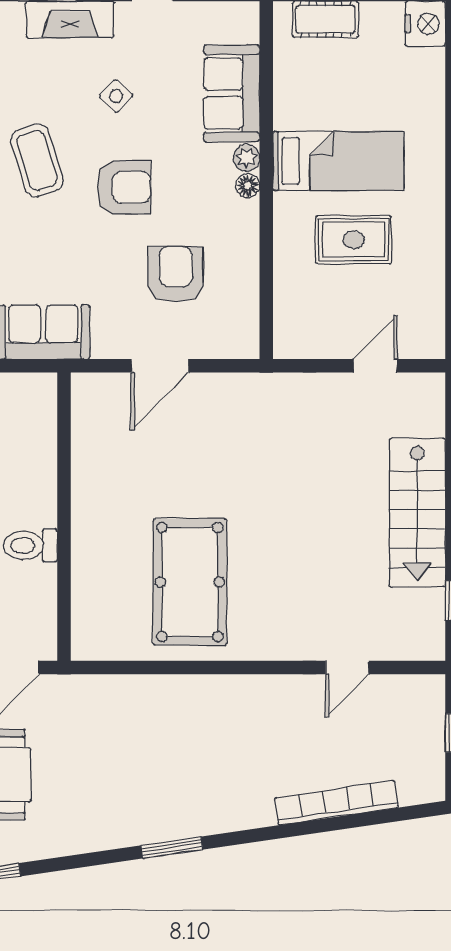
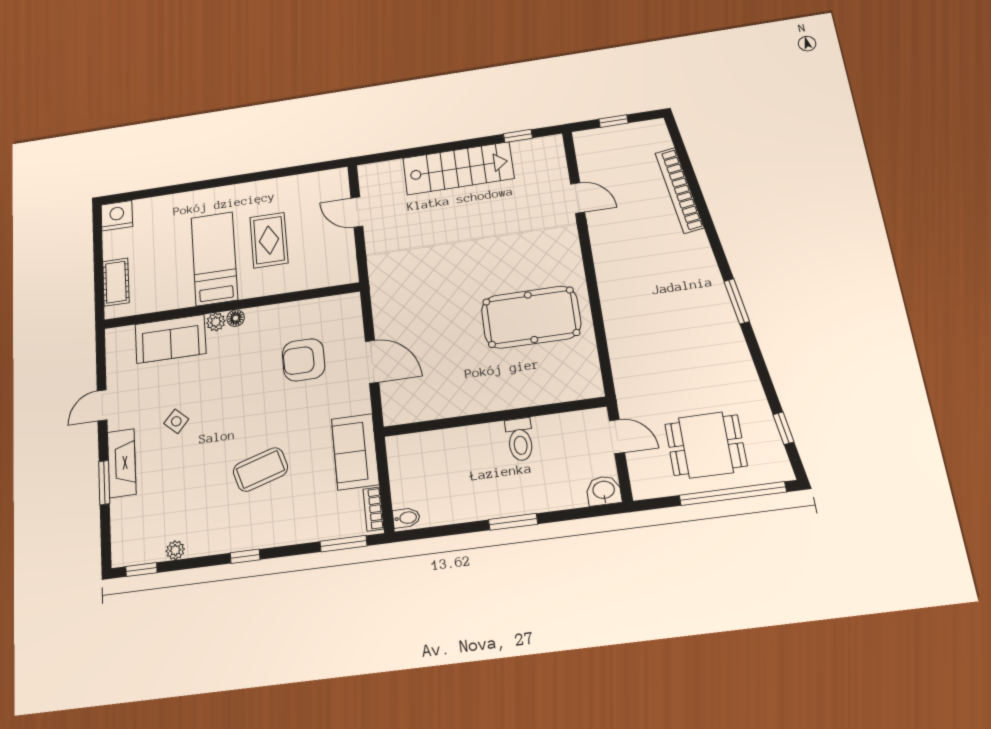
coffee table: (37, 160) -> (260, 469), moved
armchair: (124, 187) -> (243, 406), removed

